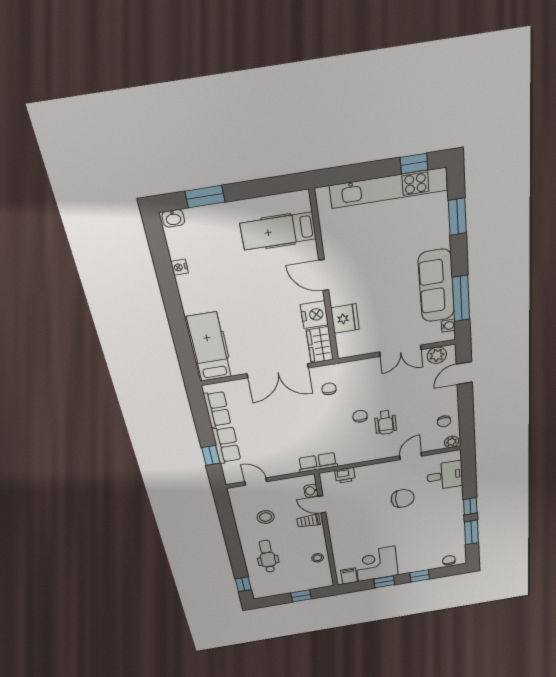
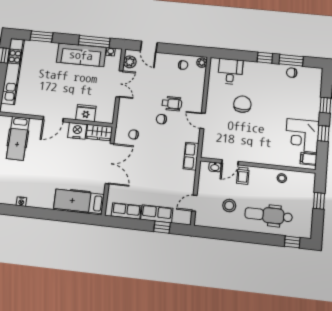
door: (411, 456) -> (203, 121), moved
printer: (345, 475) -> (208, 140), removed
dental chair: (267, 556) -> (269, 215), width x1.36, depth x1.38
chair: (449, 560) -> (292, 73), moved

